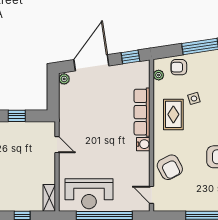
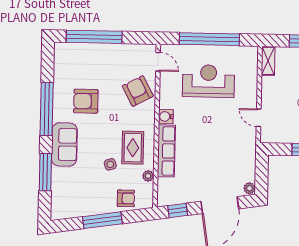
plant: (159, 75) -> (148, 176), moved
reception desk: (89, 194) -> (208, 81), moved

